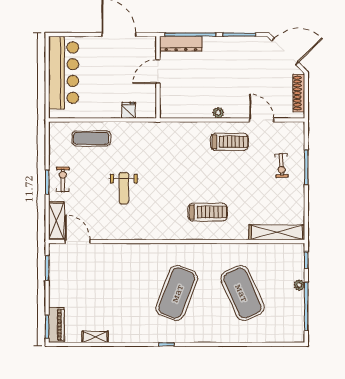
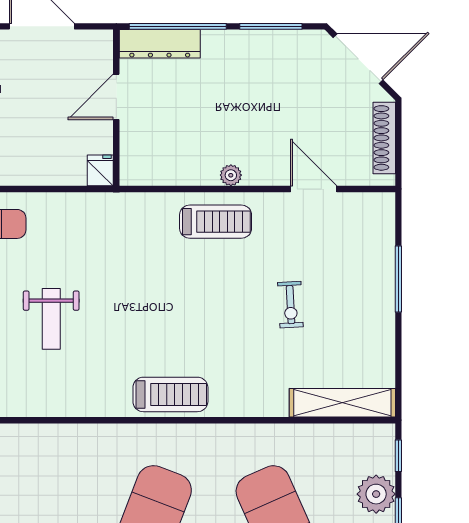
fridge: (129, 110) -> (100, 170), moved
treadmill: (229, 142) -> (216, 222), moved
exercise bike: (282, 165) -> (290, 305), moved
treadmill: (208, 212) -> (170, 394), moved
plant: (299, 285) -> (376, 494), width x1.87, depth x1.87

